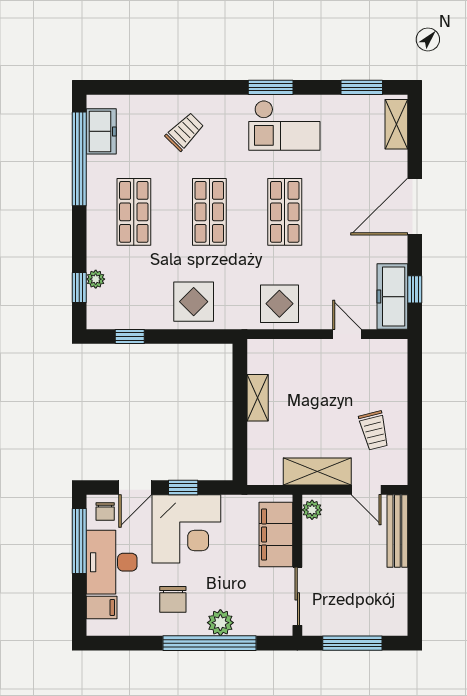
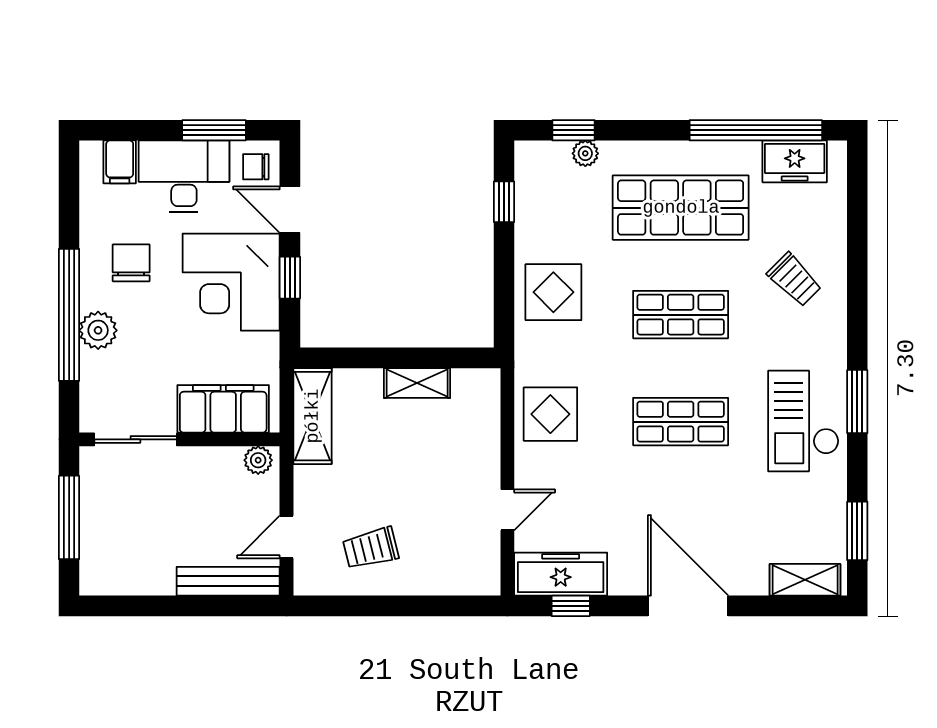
shop shelf: (134, 212) -> (681, 208), width x1.43, depth x1.36
shelving: (317, 471) -> (313, 416), moved
window: (79, 541) -> (214, 130), width x0.69
chair: (173, 599) -> (131, 263), turned 90

